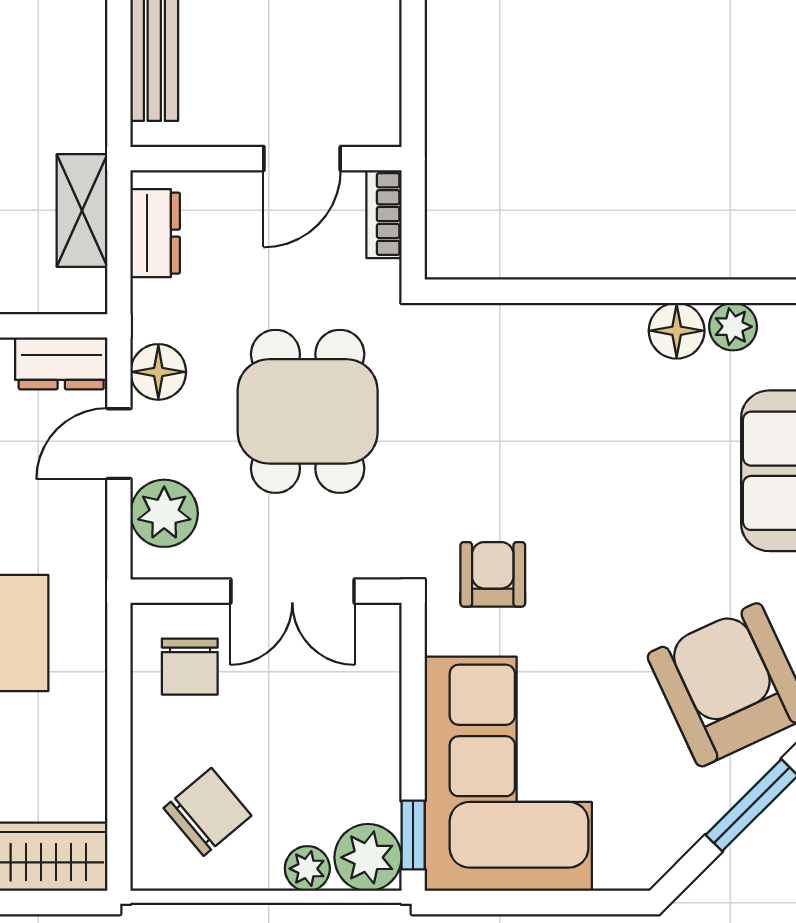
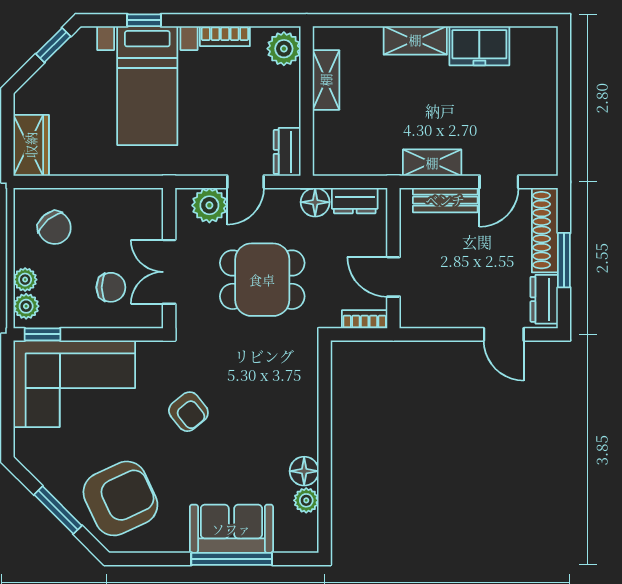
shelving: (82, 211) -> (432, 163), moved
floor lamp: (158, 372) -> (315, 202), moved
door: (119, 444) -> (246, 182), swing flipped
armchair: (493, 574) -> (188, 412), moved, turned 51
chair: (190, 667) -> (111, 287), moved, turned 180
plant: (368, 857) -> (26, 306), width x0.73, depth x0.73

